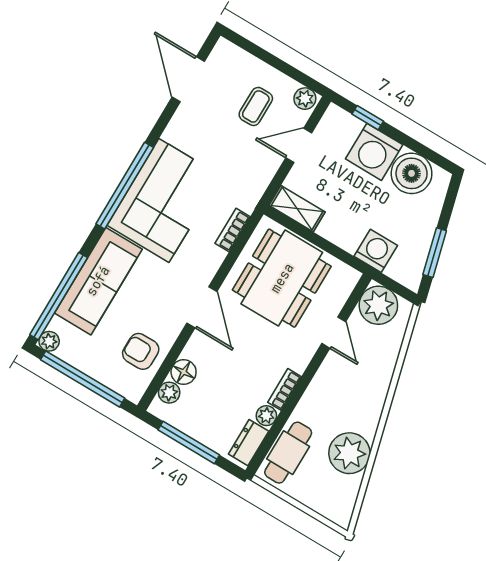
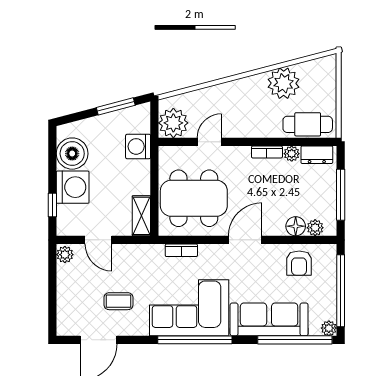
coffee table: (256, 106) -> (118, 301), moved

